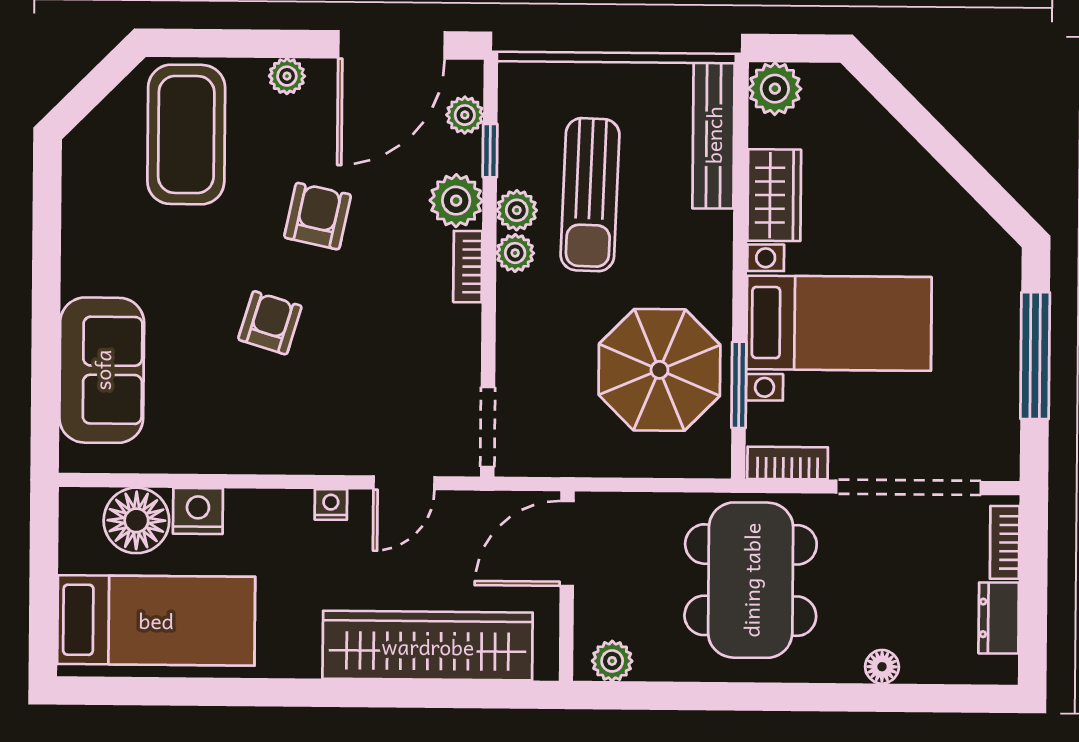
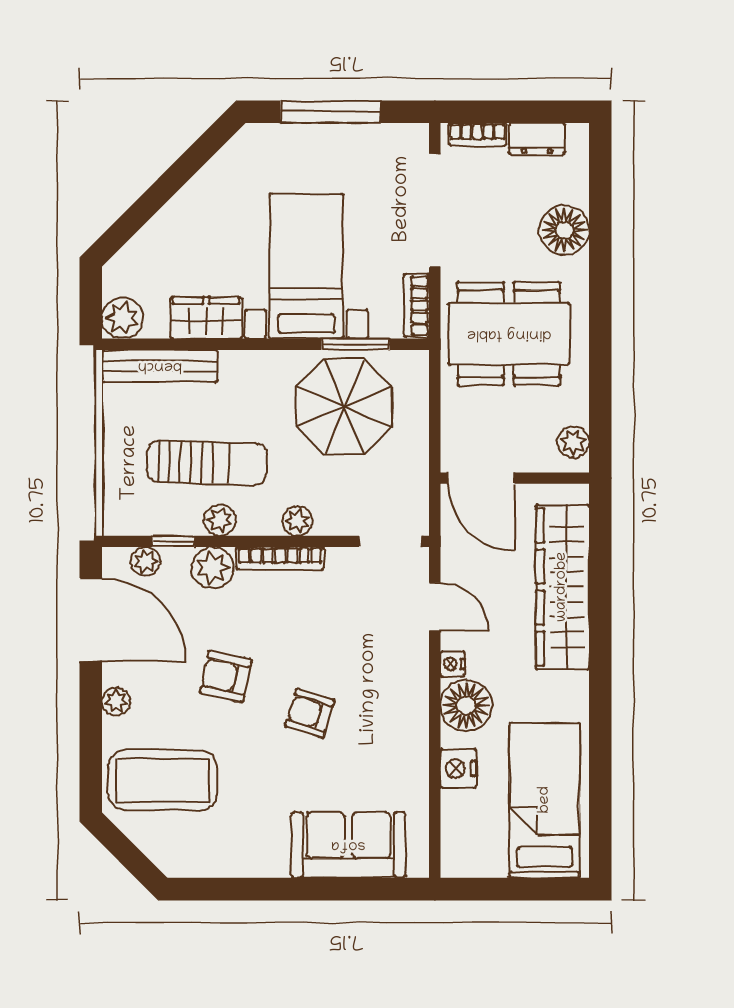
plant: (515, 253) -> (298, 521), moved
bookcase: (468, 267) -> (280, 558), width x1.56
floor lamp: (136, 520) -> (466, 705), moved
floor lamp: (882, 667) -> (564, 230), width x1.89, depth x1.89

